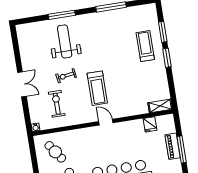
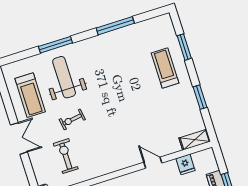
window: (167, 58) -> (200, 97), moved
treadmill: (97, 88) -> (30, 95), moved
door: (106, 122) -> (153, 163), moved

